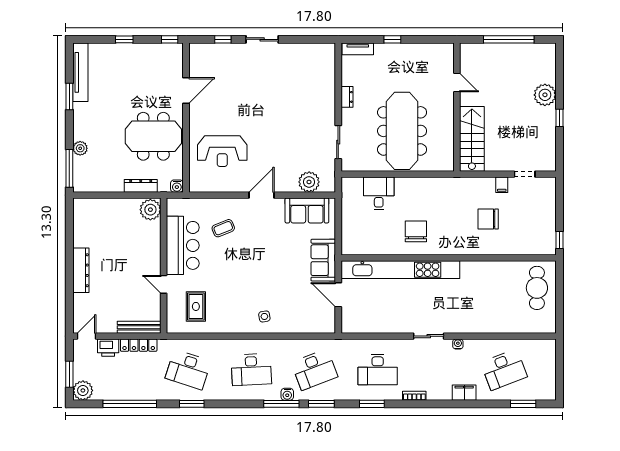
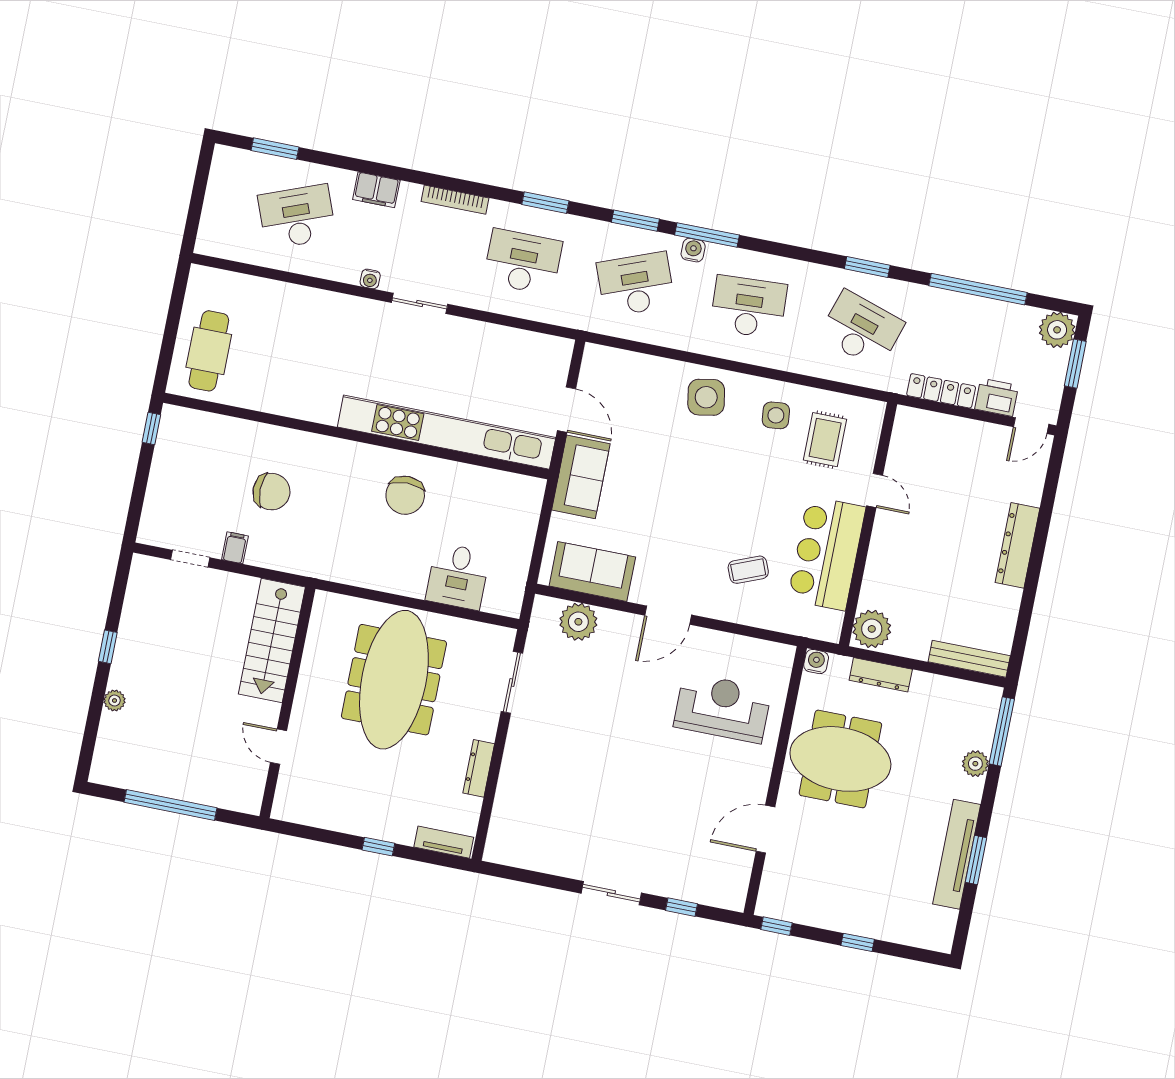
tv unit: (80, 72) -> (957, 854), moved
plant: (545, 95) -> (115, 701), width x0.53, depth x0.53
dresser: (347, 97) -> (479, 768), width x1.44
side table: (225, 314) -> (776, 415), added
side table: (264, 316) -> (706, 397), width x1.87, depth x1.87
bench: (139, 327) -> (969, 659), moved
bookcase: (414, 396) -> (455, 200), width x1.56

